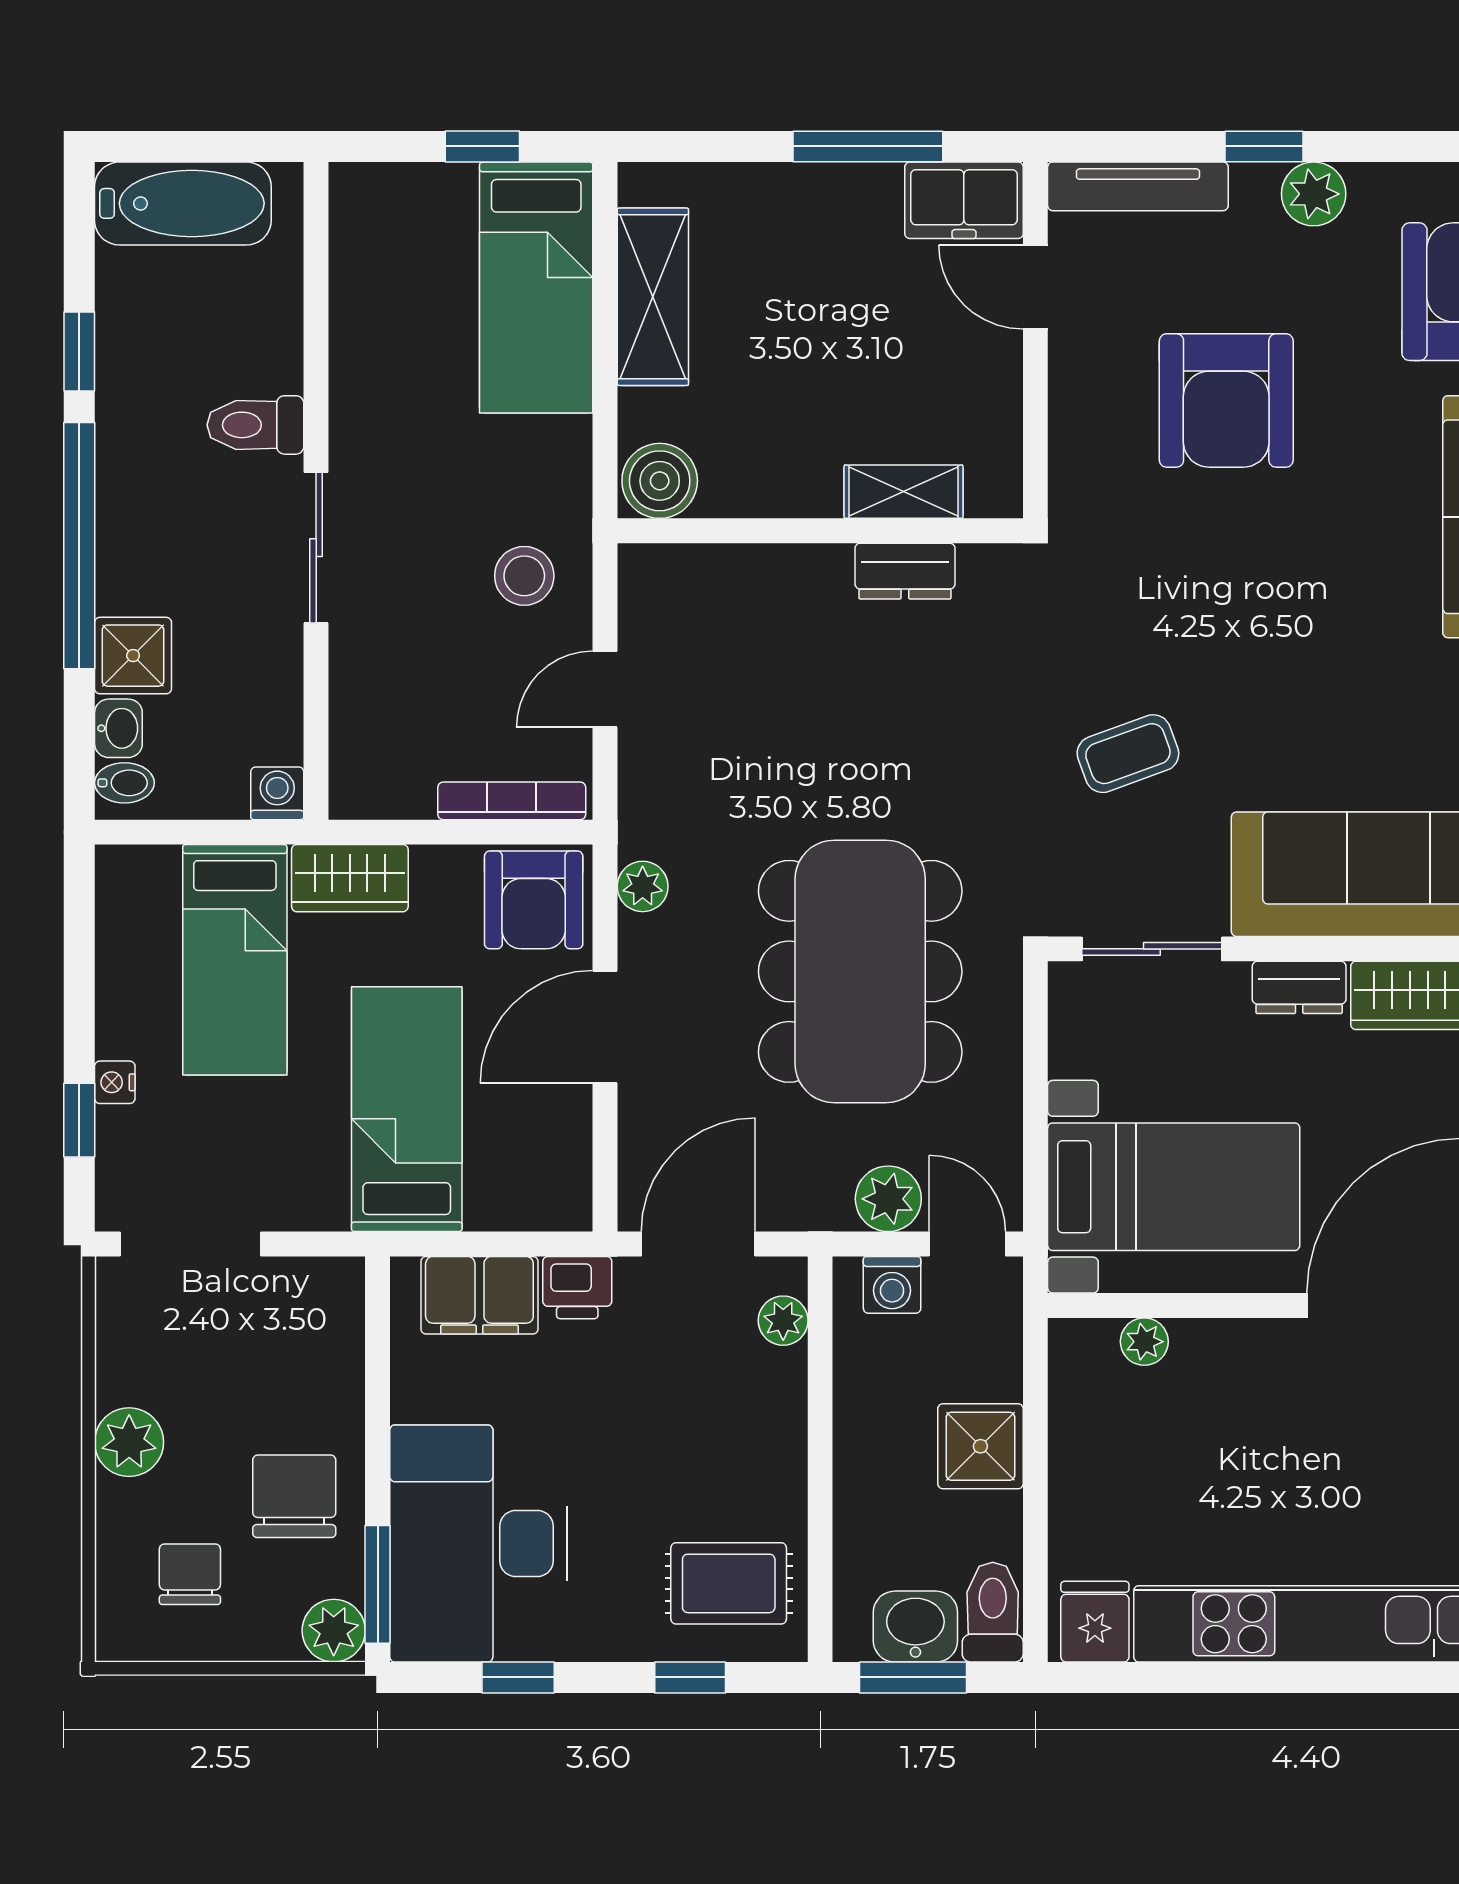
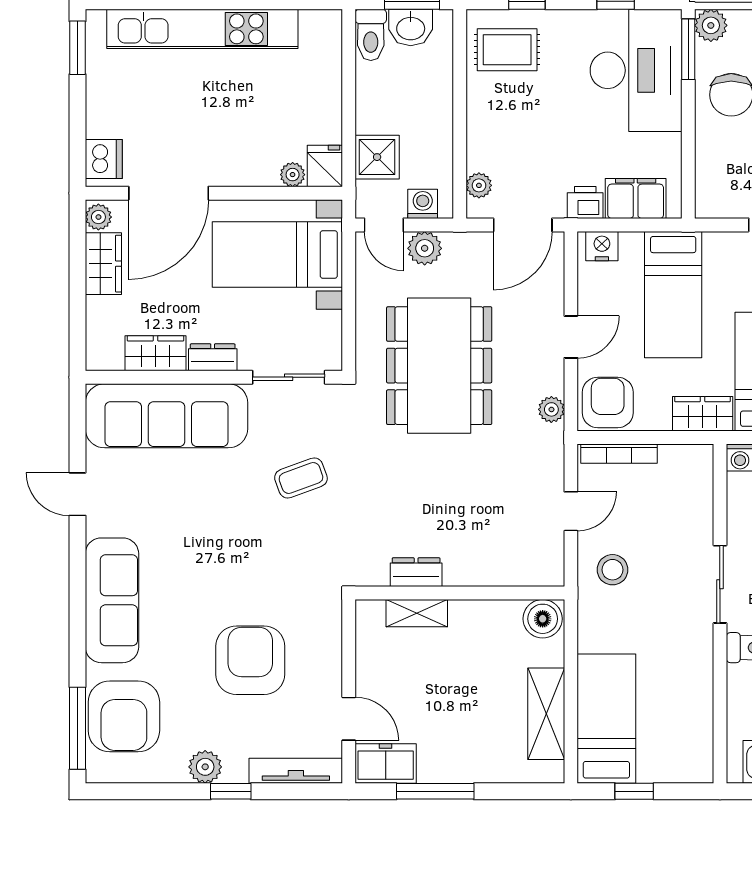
door: (605, 1027) -> (571, 337), width x0.73
nightstand: (545, 1203) -> (602, 246), added
shower: (980, 1446) -> (377, 157), moved
fridge: (1095, 1622) -> (325, 166), moved, turned 180

